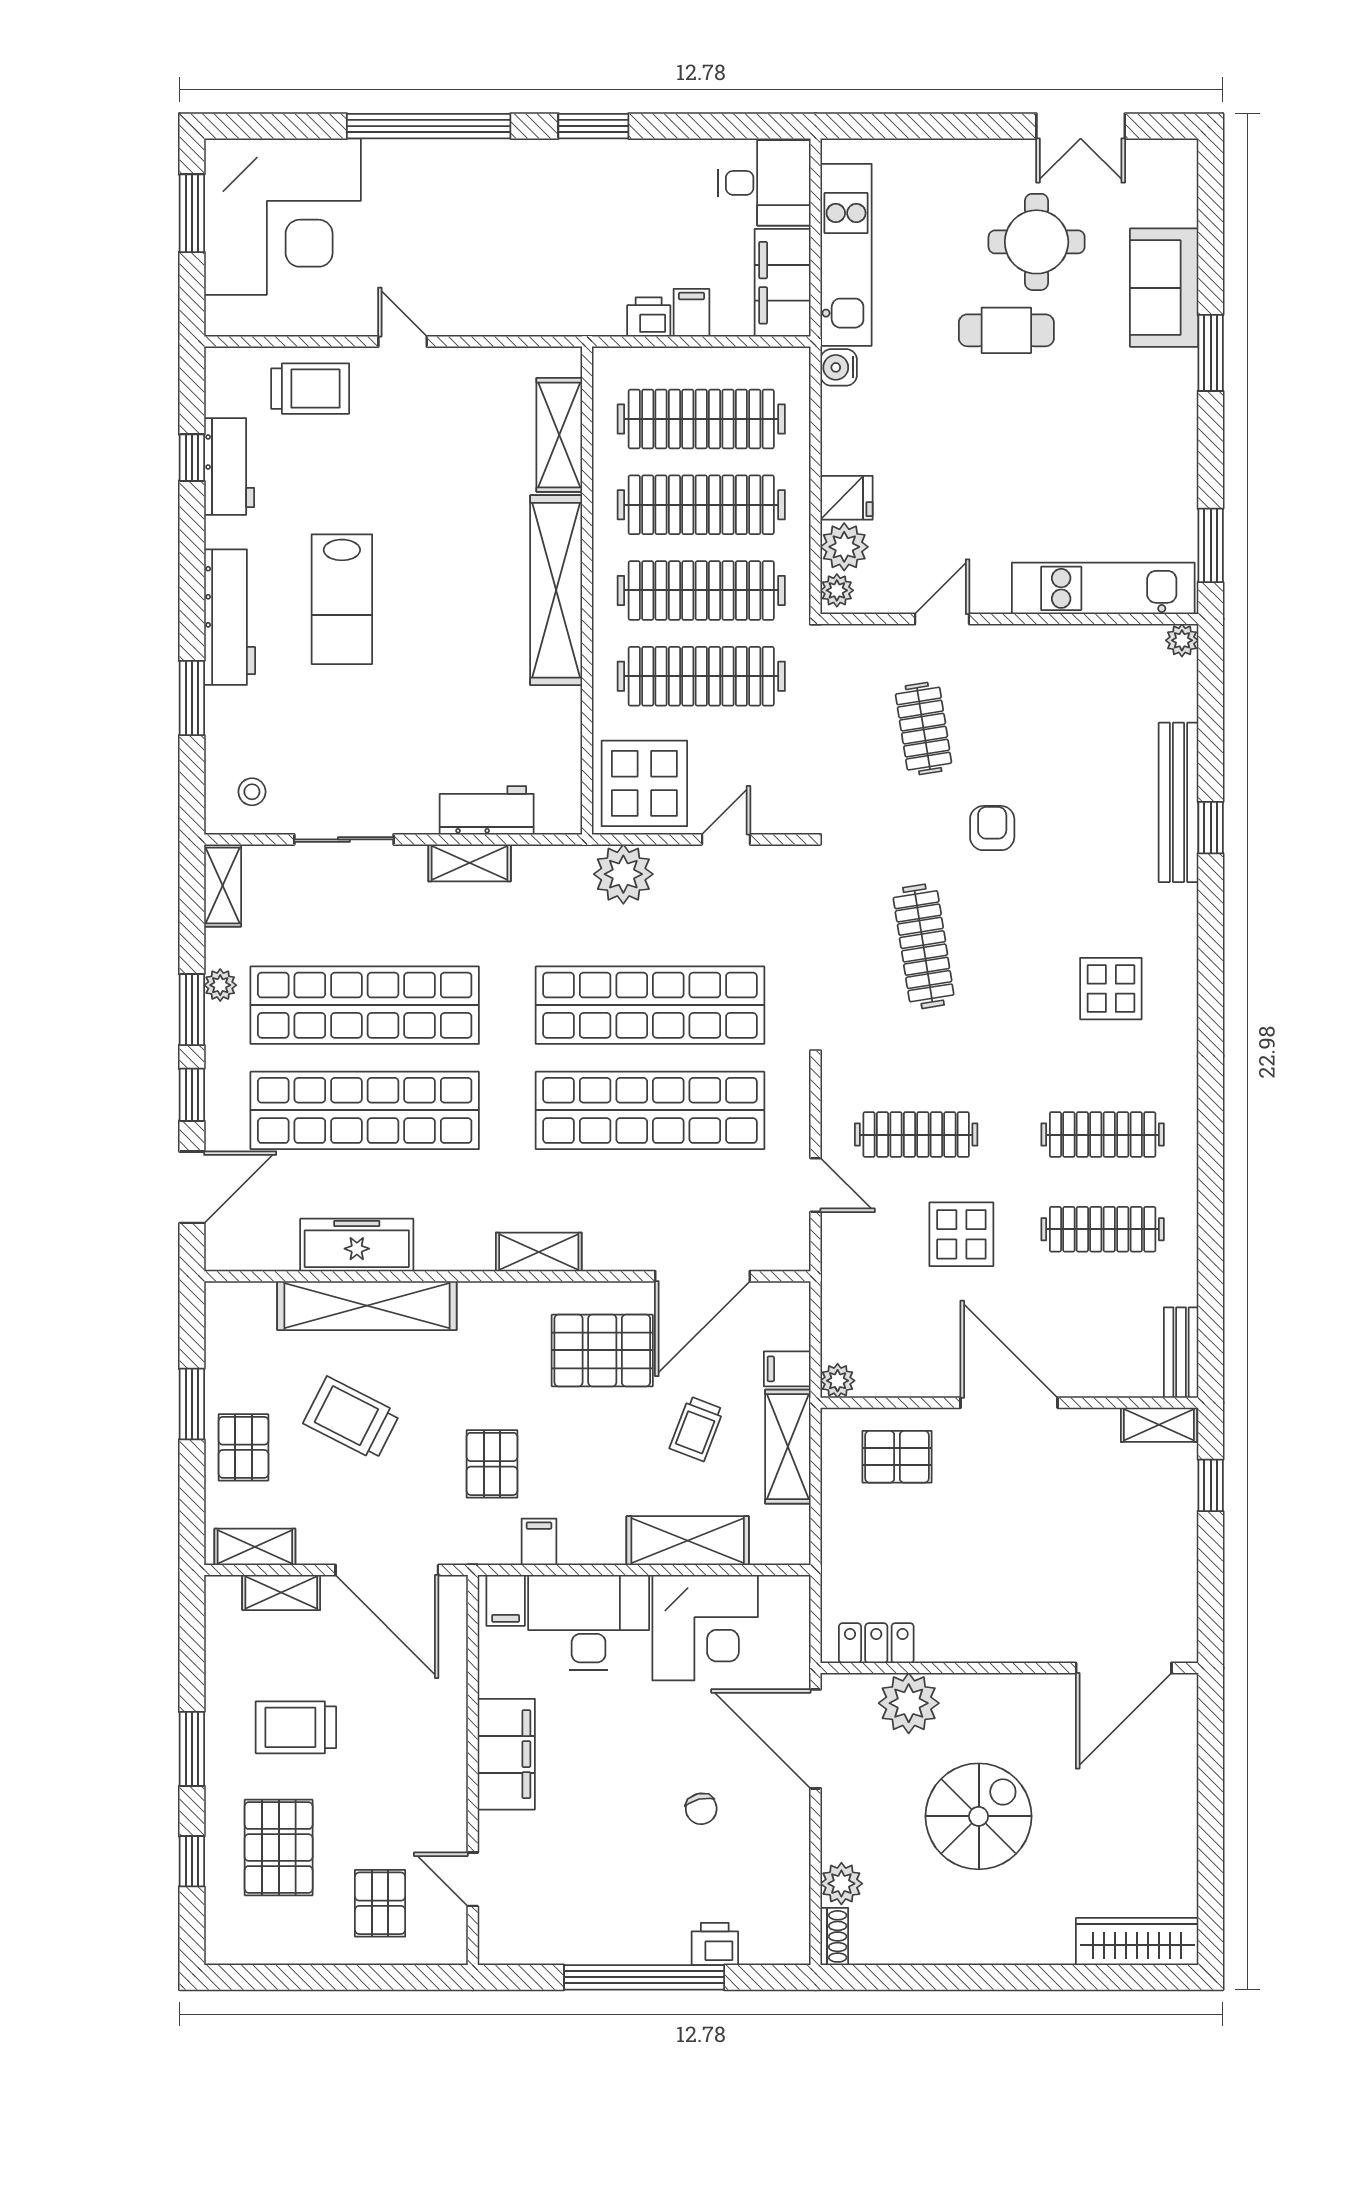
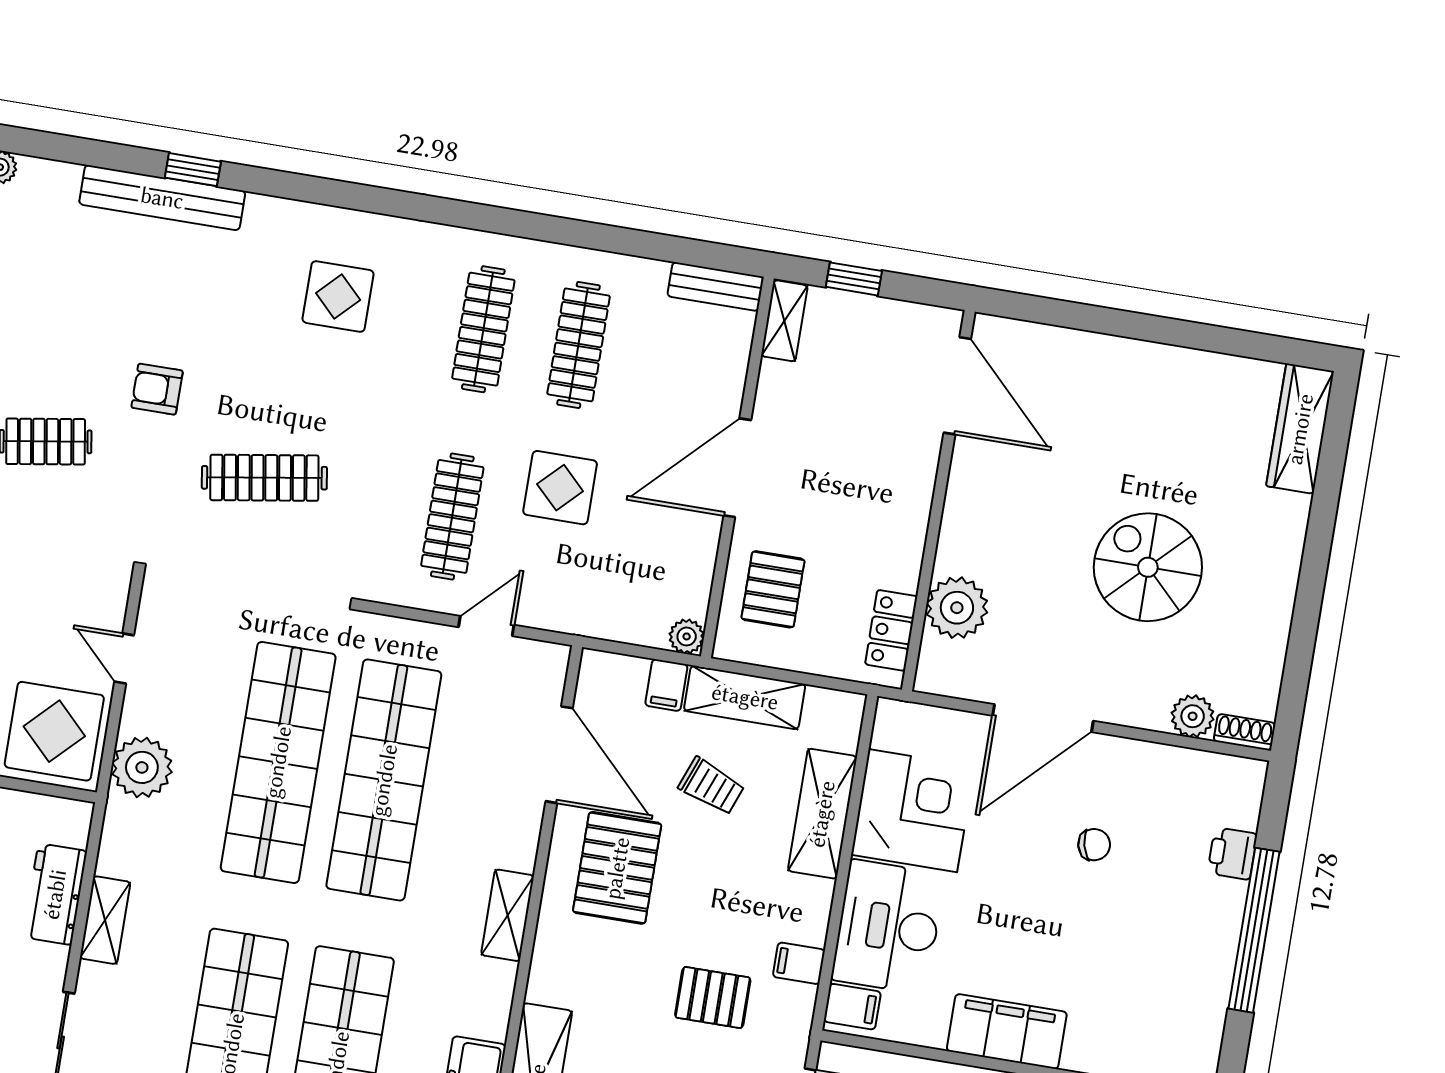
locker: (876, 1643) -> (891, 630), moved
wall: (1009, 1668) -> (938, 501), moved
door: (1124, 1668) -> (957, 386), moved
plant: (909, 1703) -> (957, 608), moved

